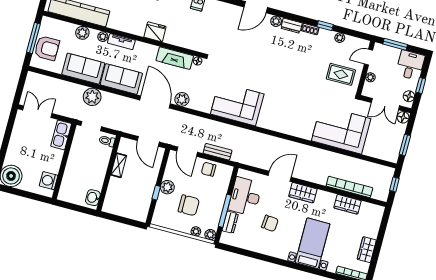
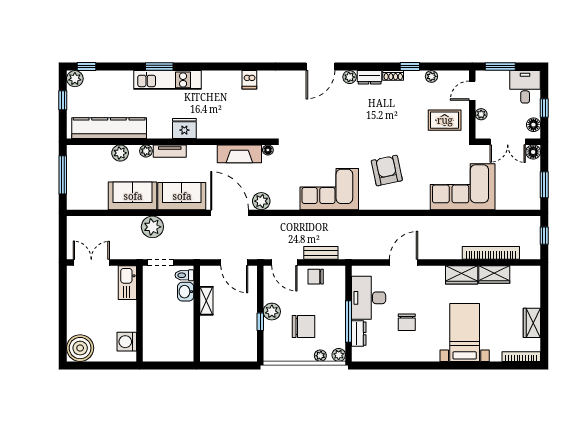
fridge: (155, 32) -> (184, 128), moved
armchair: (47, 48) -> (387, 171), moved, turned -102
wardrobe: (303, 193) -> (462, 275), moved
washbasin: (93, 198) -> (186, 292), moved
chair: (270, 223) -> (407, 322), turned 85

